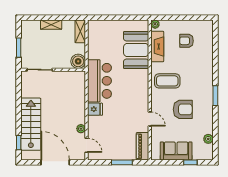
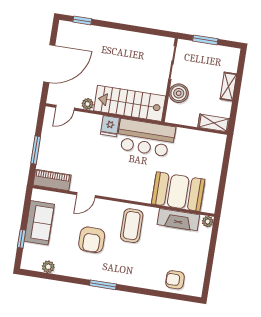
armchair: (186, 41) -> (175, 280), moved, turned -90
boiler: (78, 61) -> (179, 93), moved
stairs: (31, 124) -> (130, 103), moved, turned 180

